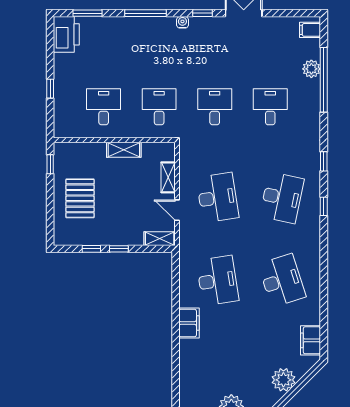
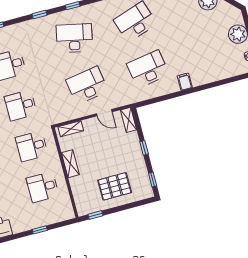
shelving: (168, 177) -> (71, 129), moved
door: (177, 210) -> (104, 113), hinge flipped
window: (91, 249) -> (153, 179), moved
filing cabinet: (189, 323) -> (185, 82), width x0.50

